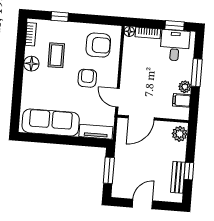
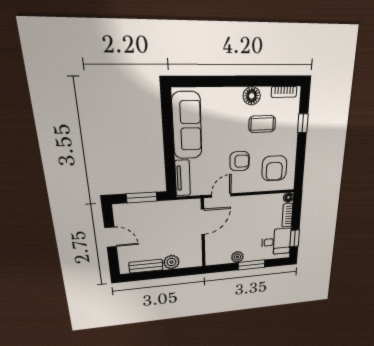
filing cabinet: (181, 100) -> (224, 256), removed
door: (141, 118) -> (203, 222), swing flipped
plant: (180, 134) -> (171, 262), moved
window: (189, 171) -> (154, 275), removed

